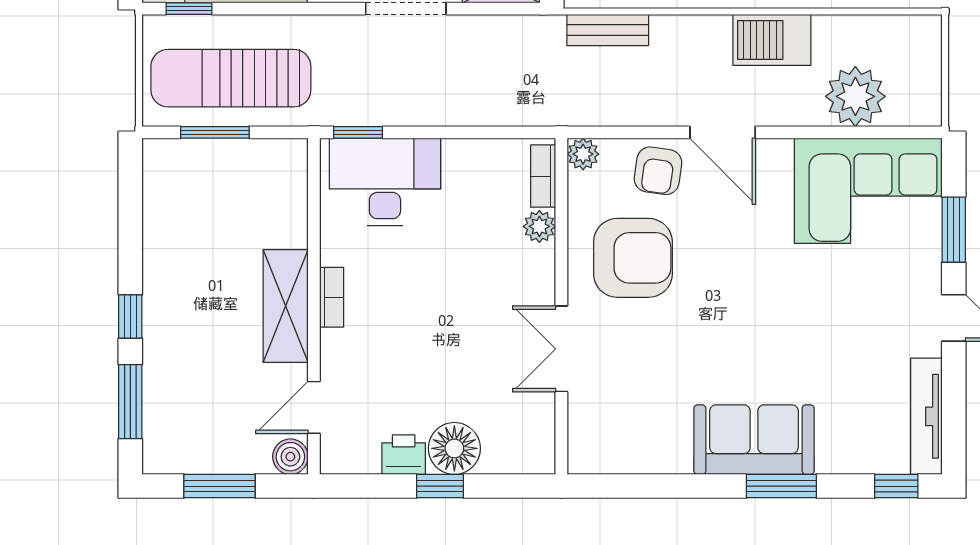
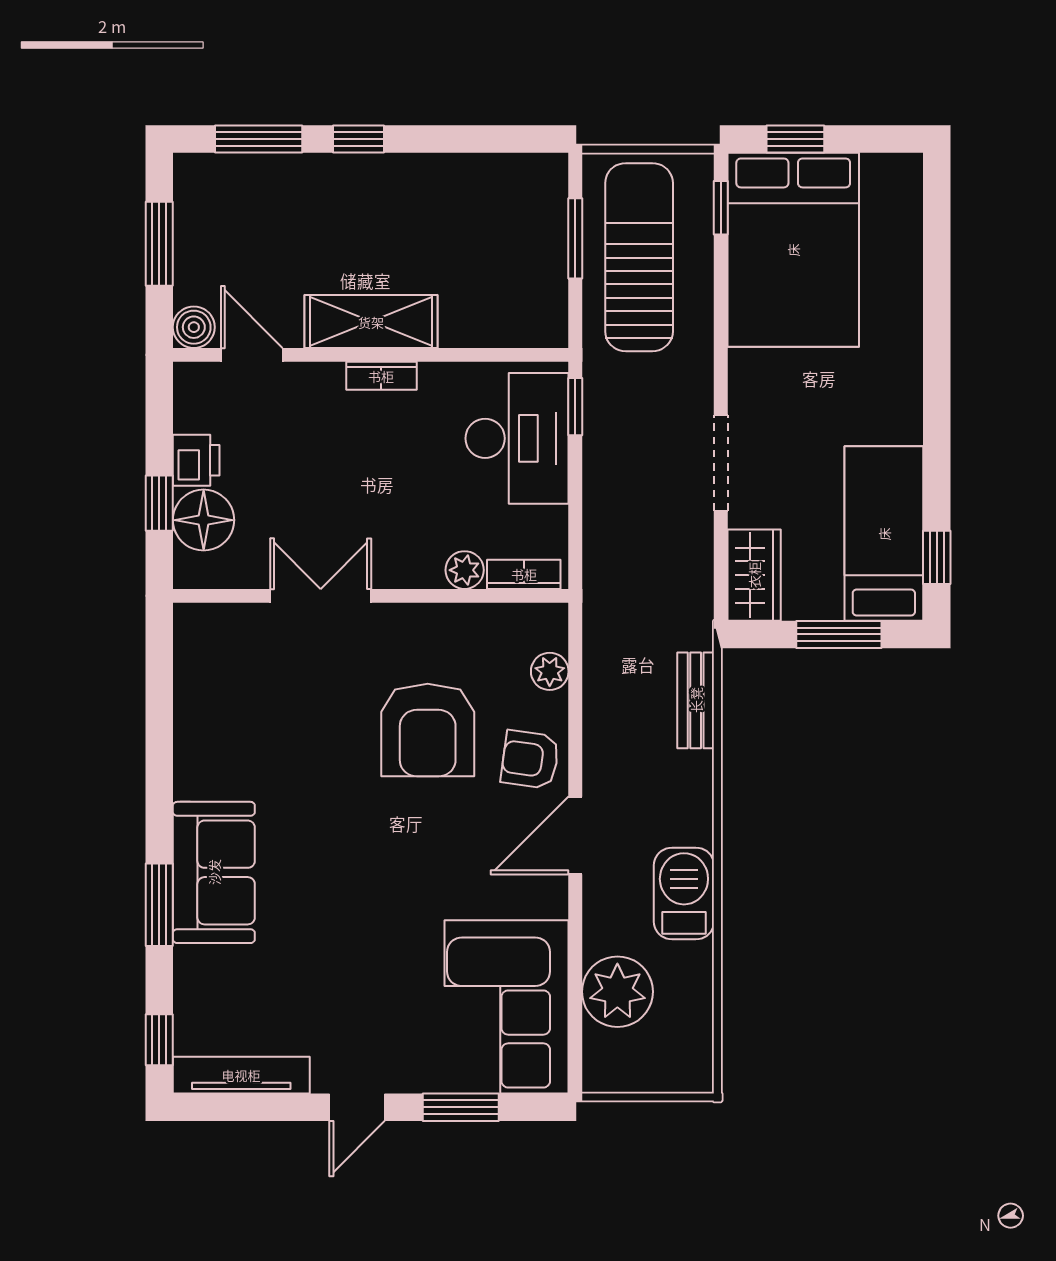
bookcase: (543, 176) -> (524, 574), moved
plant: (539, 226) -> (465, 570), moved
wall: (561, 306) -> (371, 596), moved
double door: (561, 349) -> (321, 596), moved

